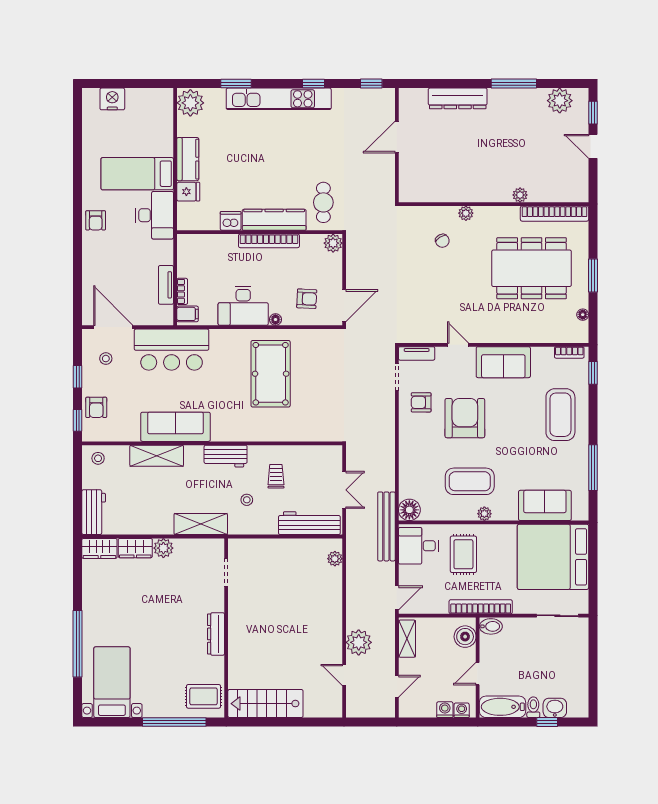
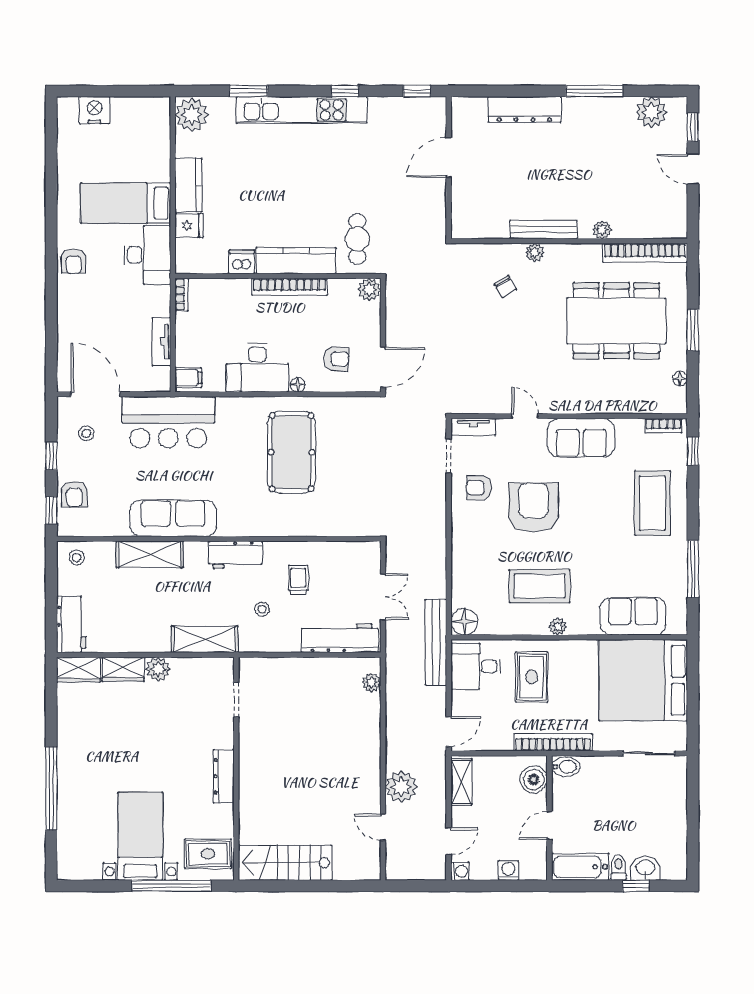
bench: (473, 195) -> (543, 229), added
bookcase: (182, 291) -> (181, 295), moved
bed with nightstands: (112, 682) -> (140, 836), moved
washing machine: (462, 710) -> (460, 871), moved, turned 90

